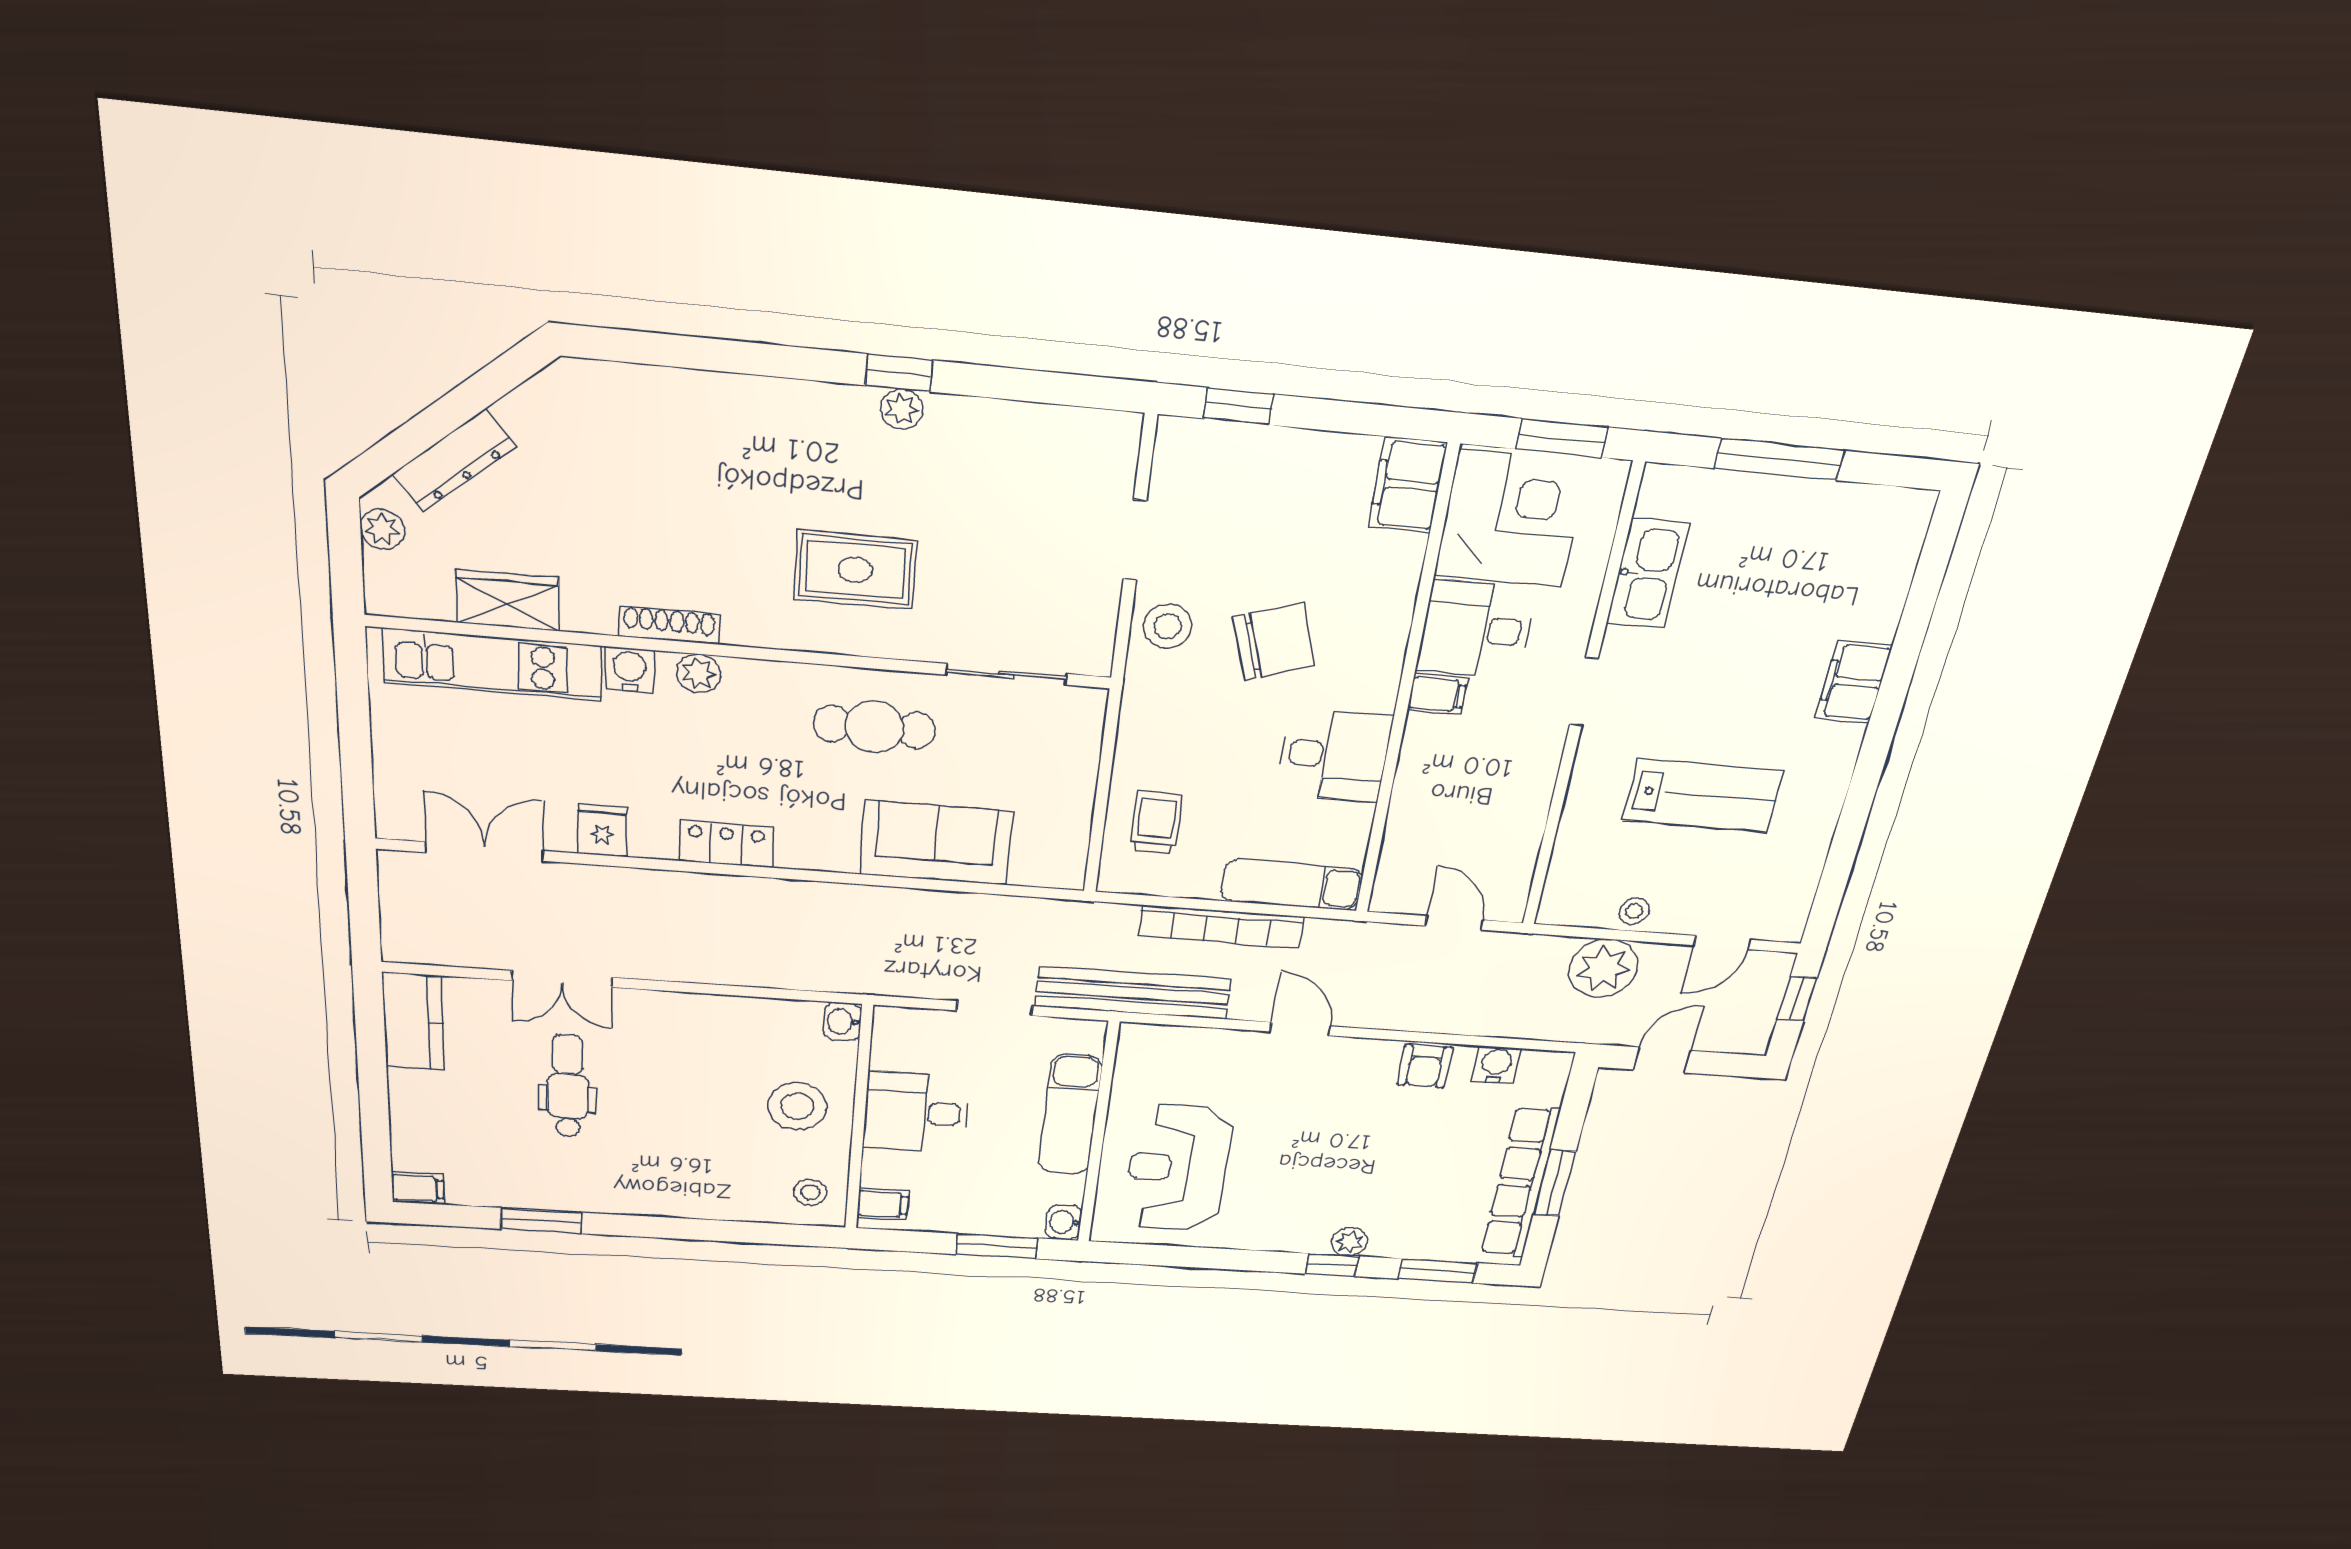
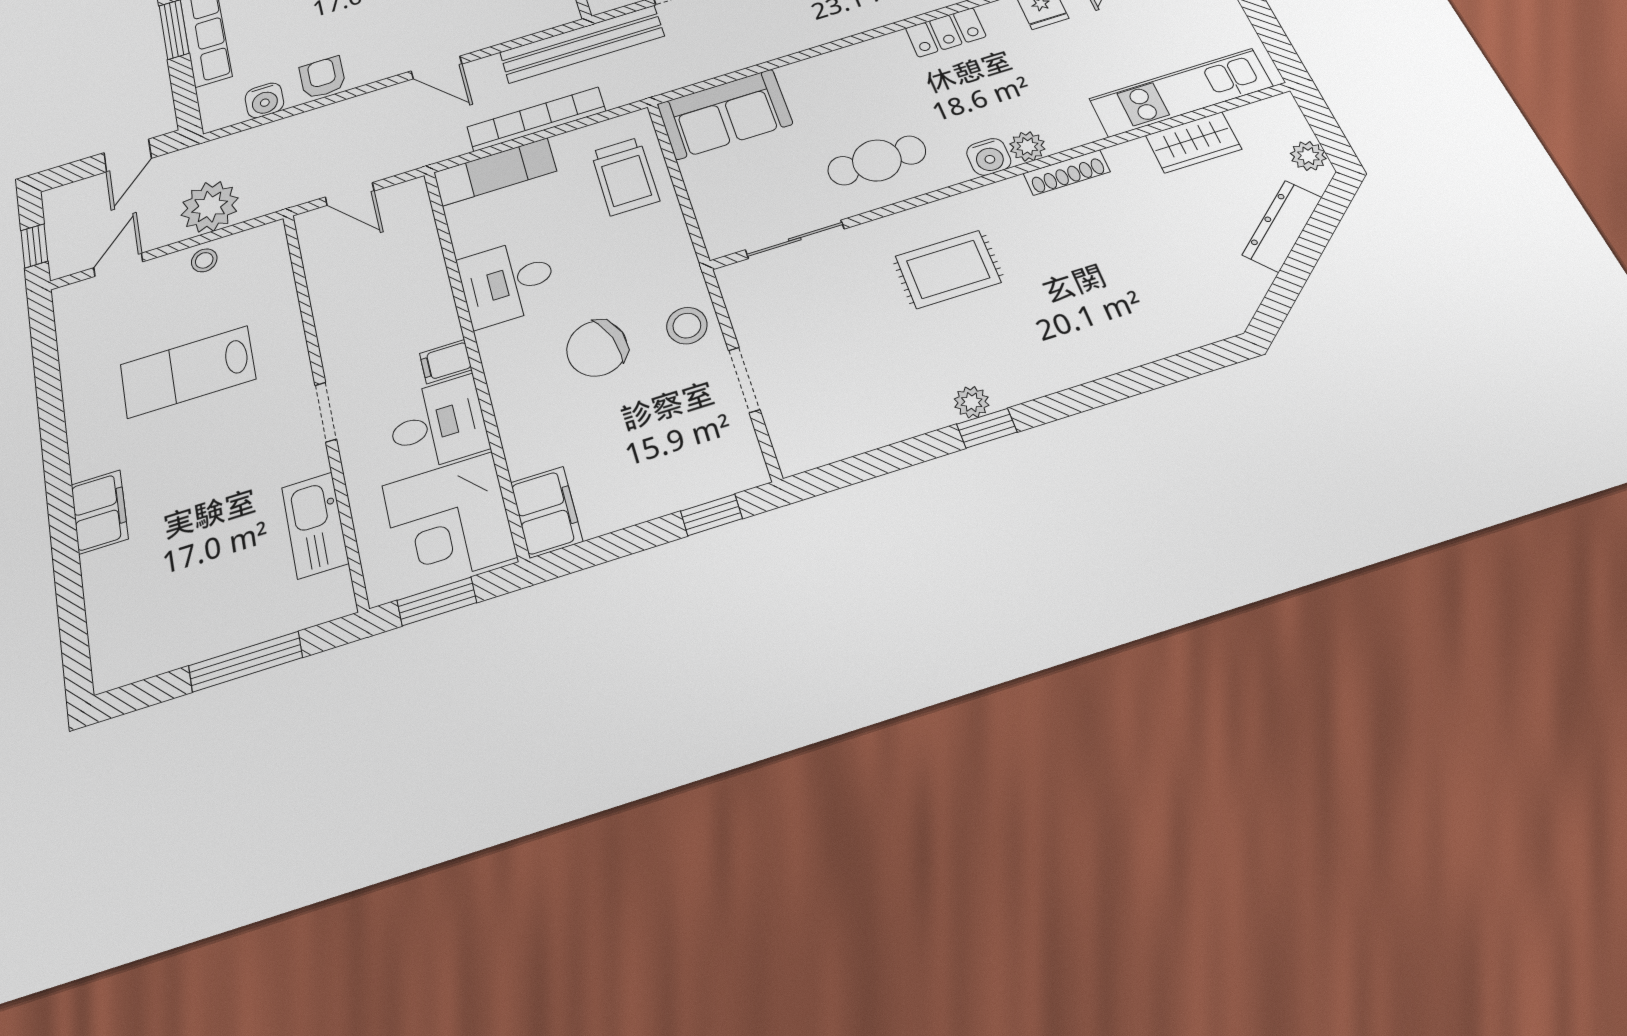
water cooler: (630, 670) -> (989, 157), moved
trolley: (1156, 822) -> (625, 176), width x1.36, depth x1.39
sofa: (936, 843) -> (724, 114), moved

